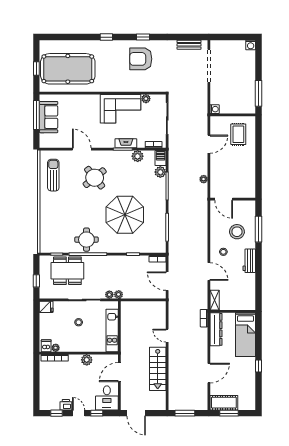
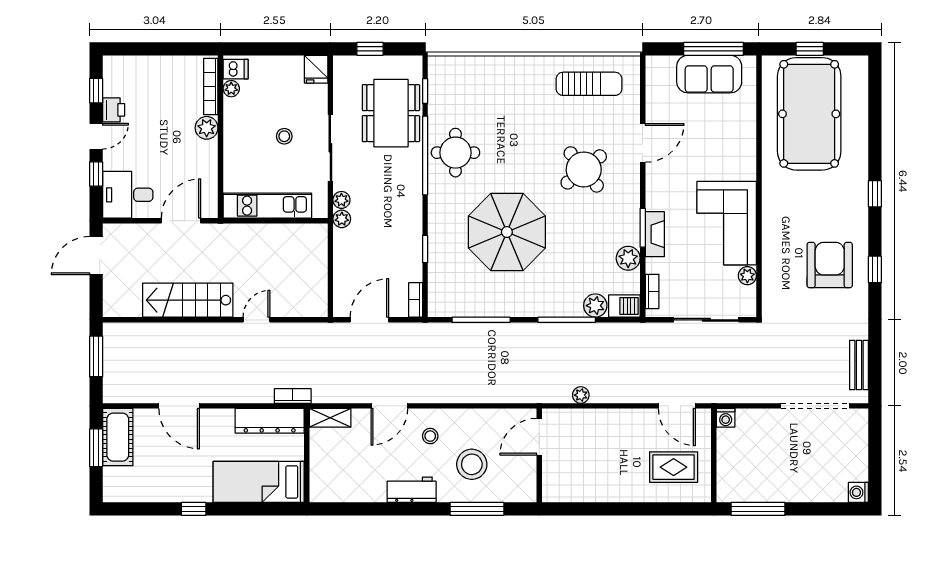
door: (209, 144) -> (677, 406), moved
plant: (87, 360) -> (207, 128), moved
door: (119, 372) -> (181, 221), hinge flipped

